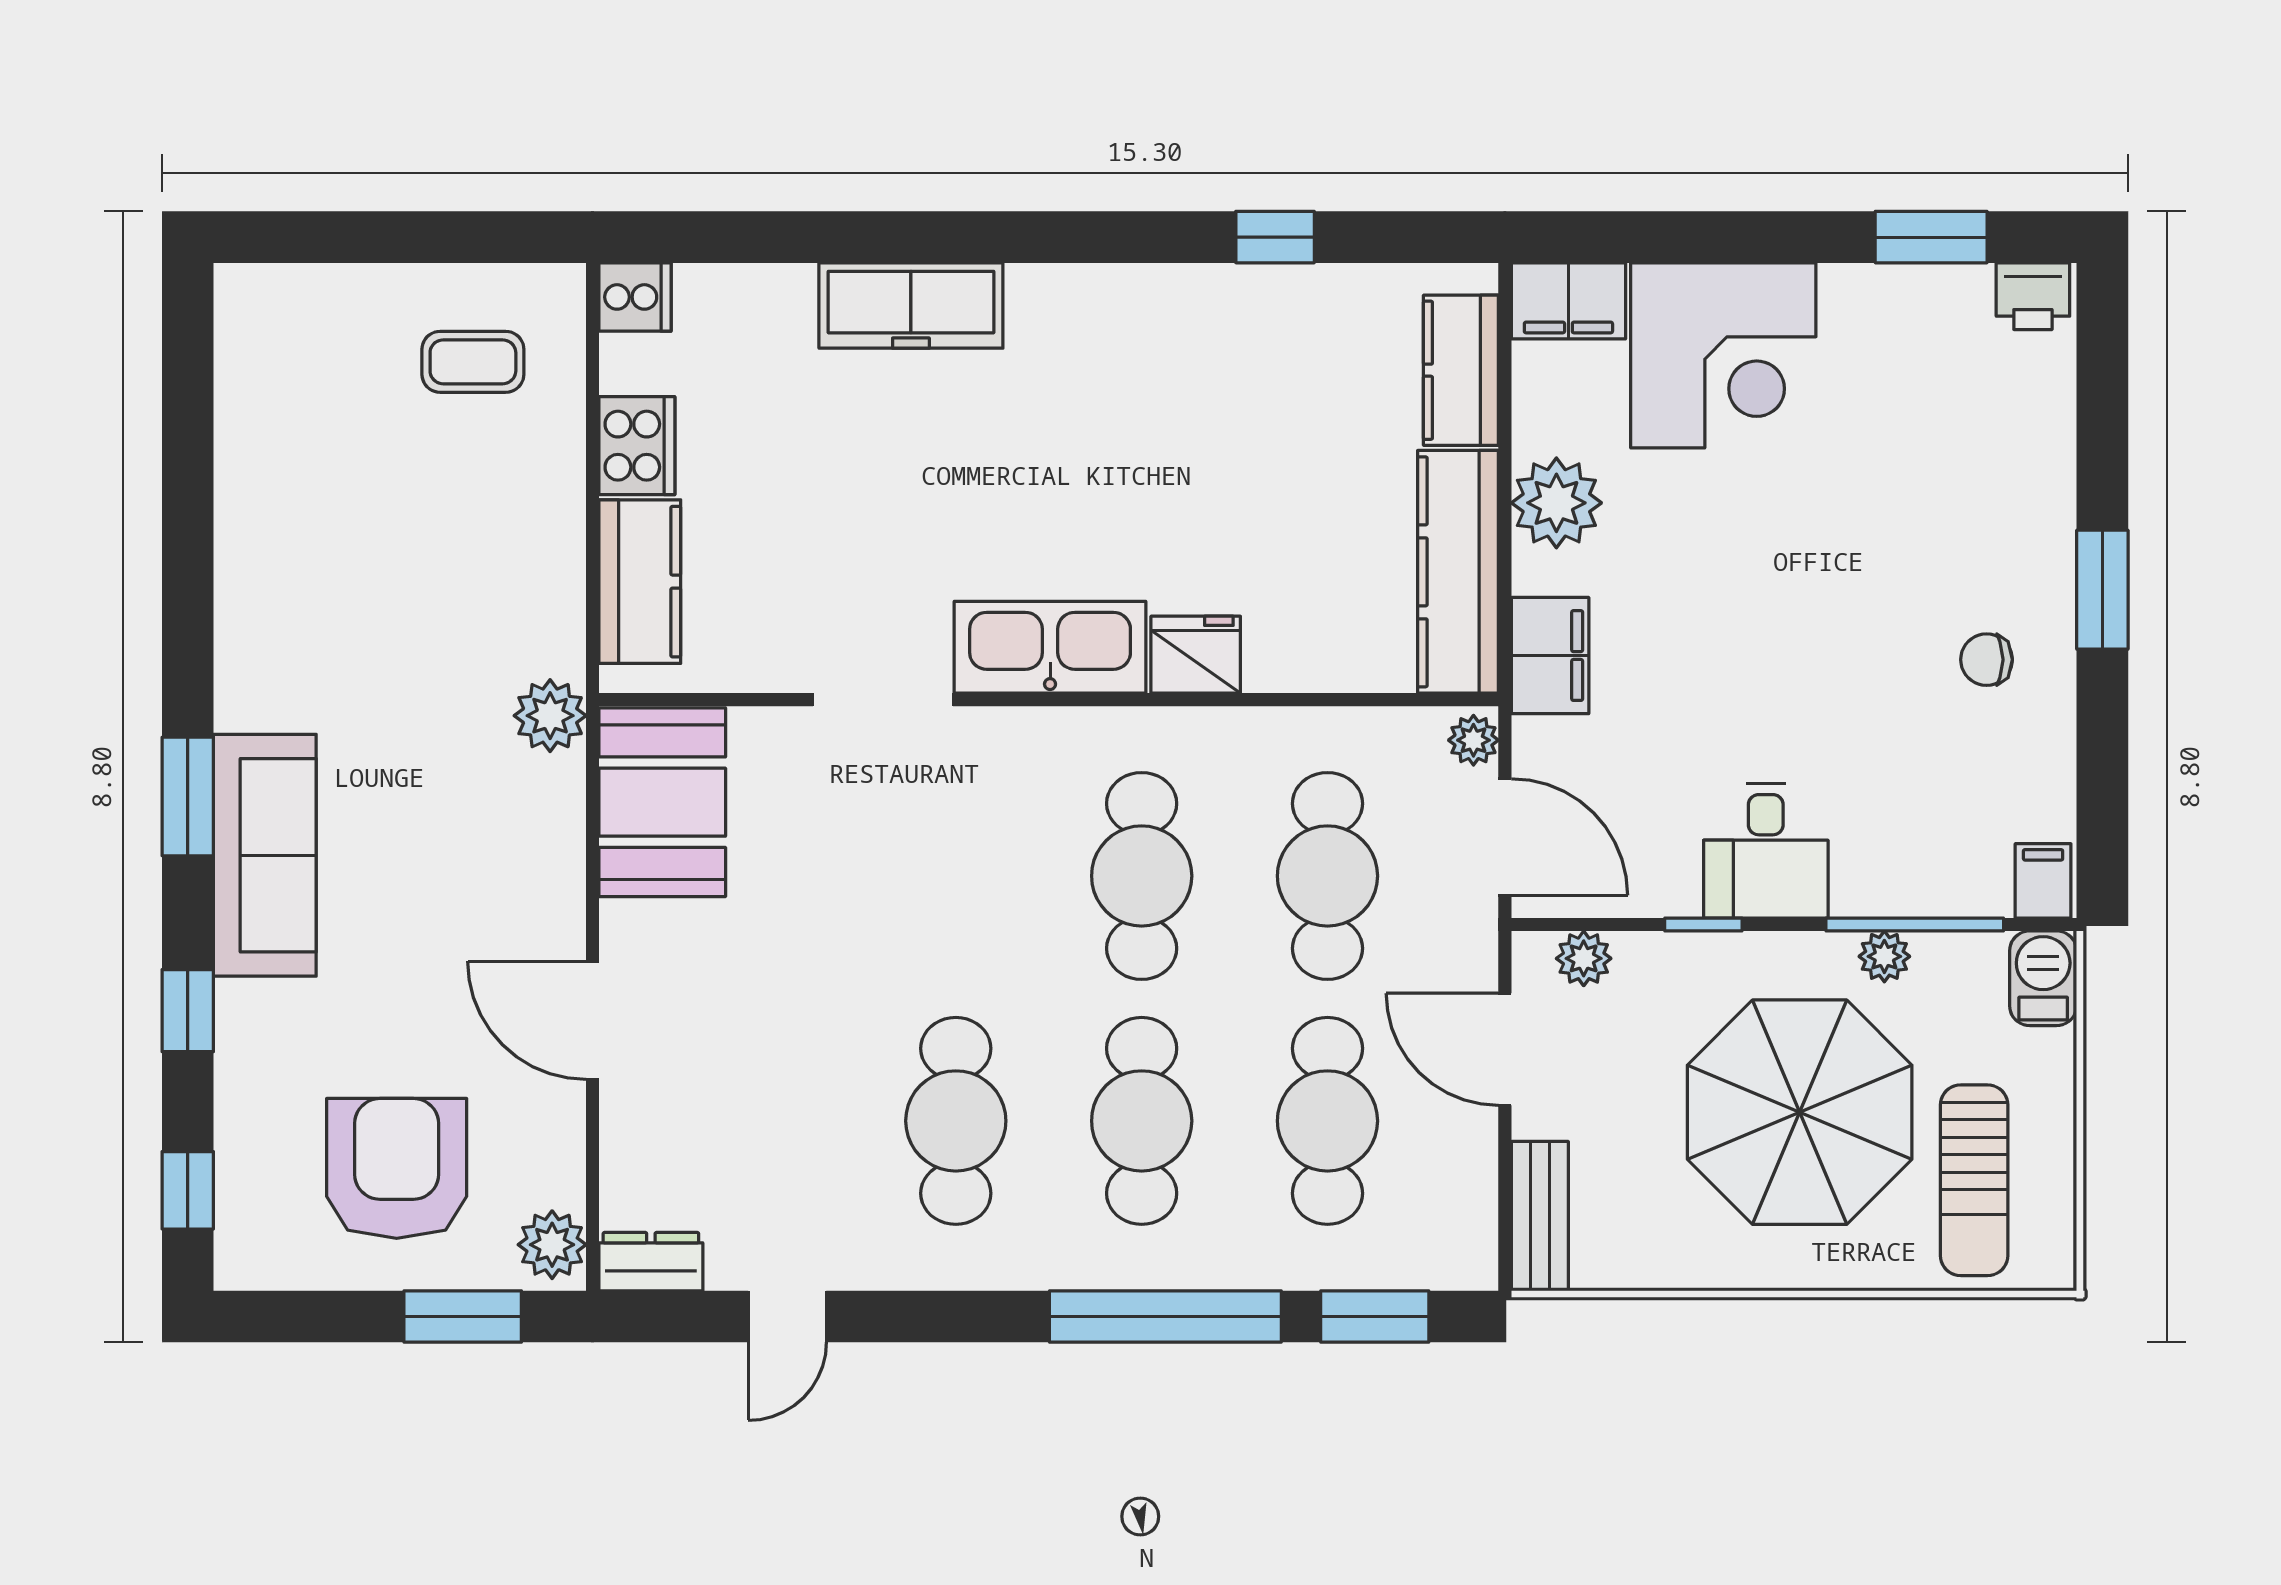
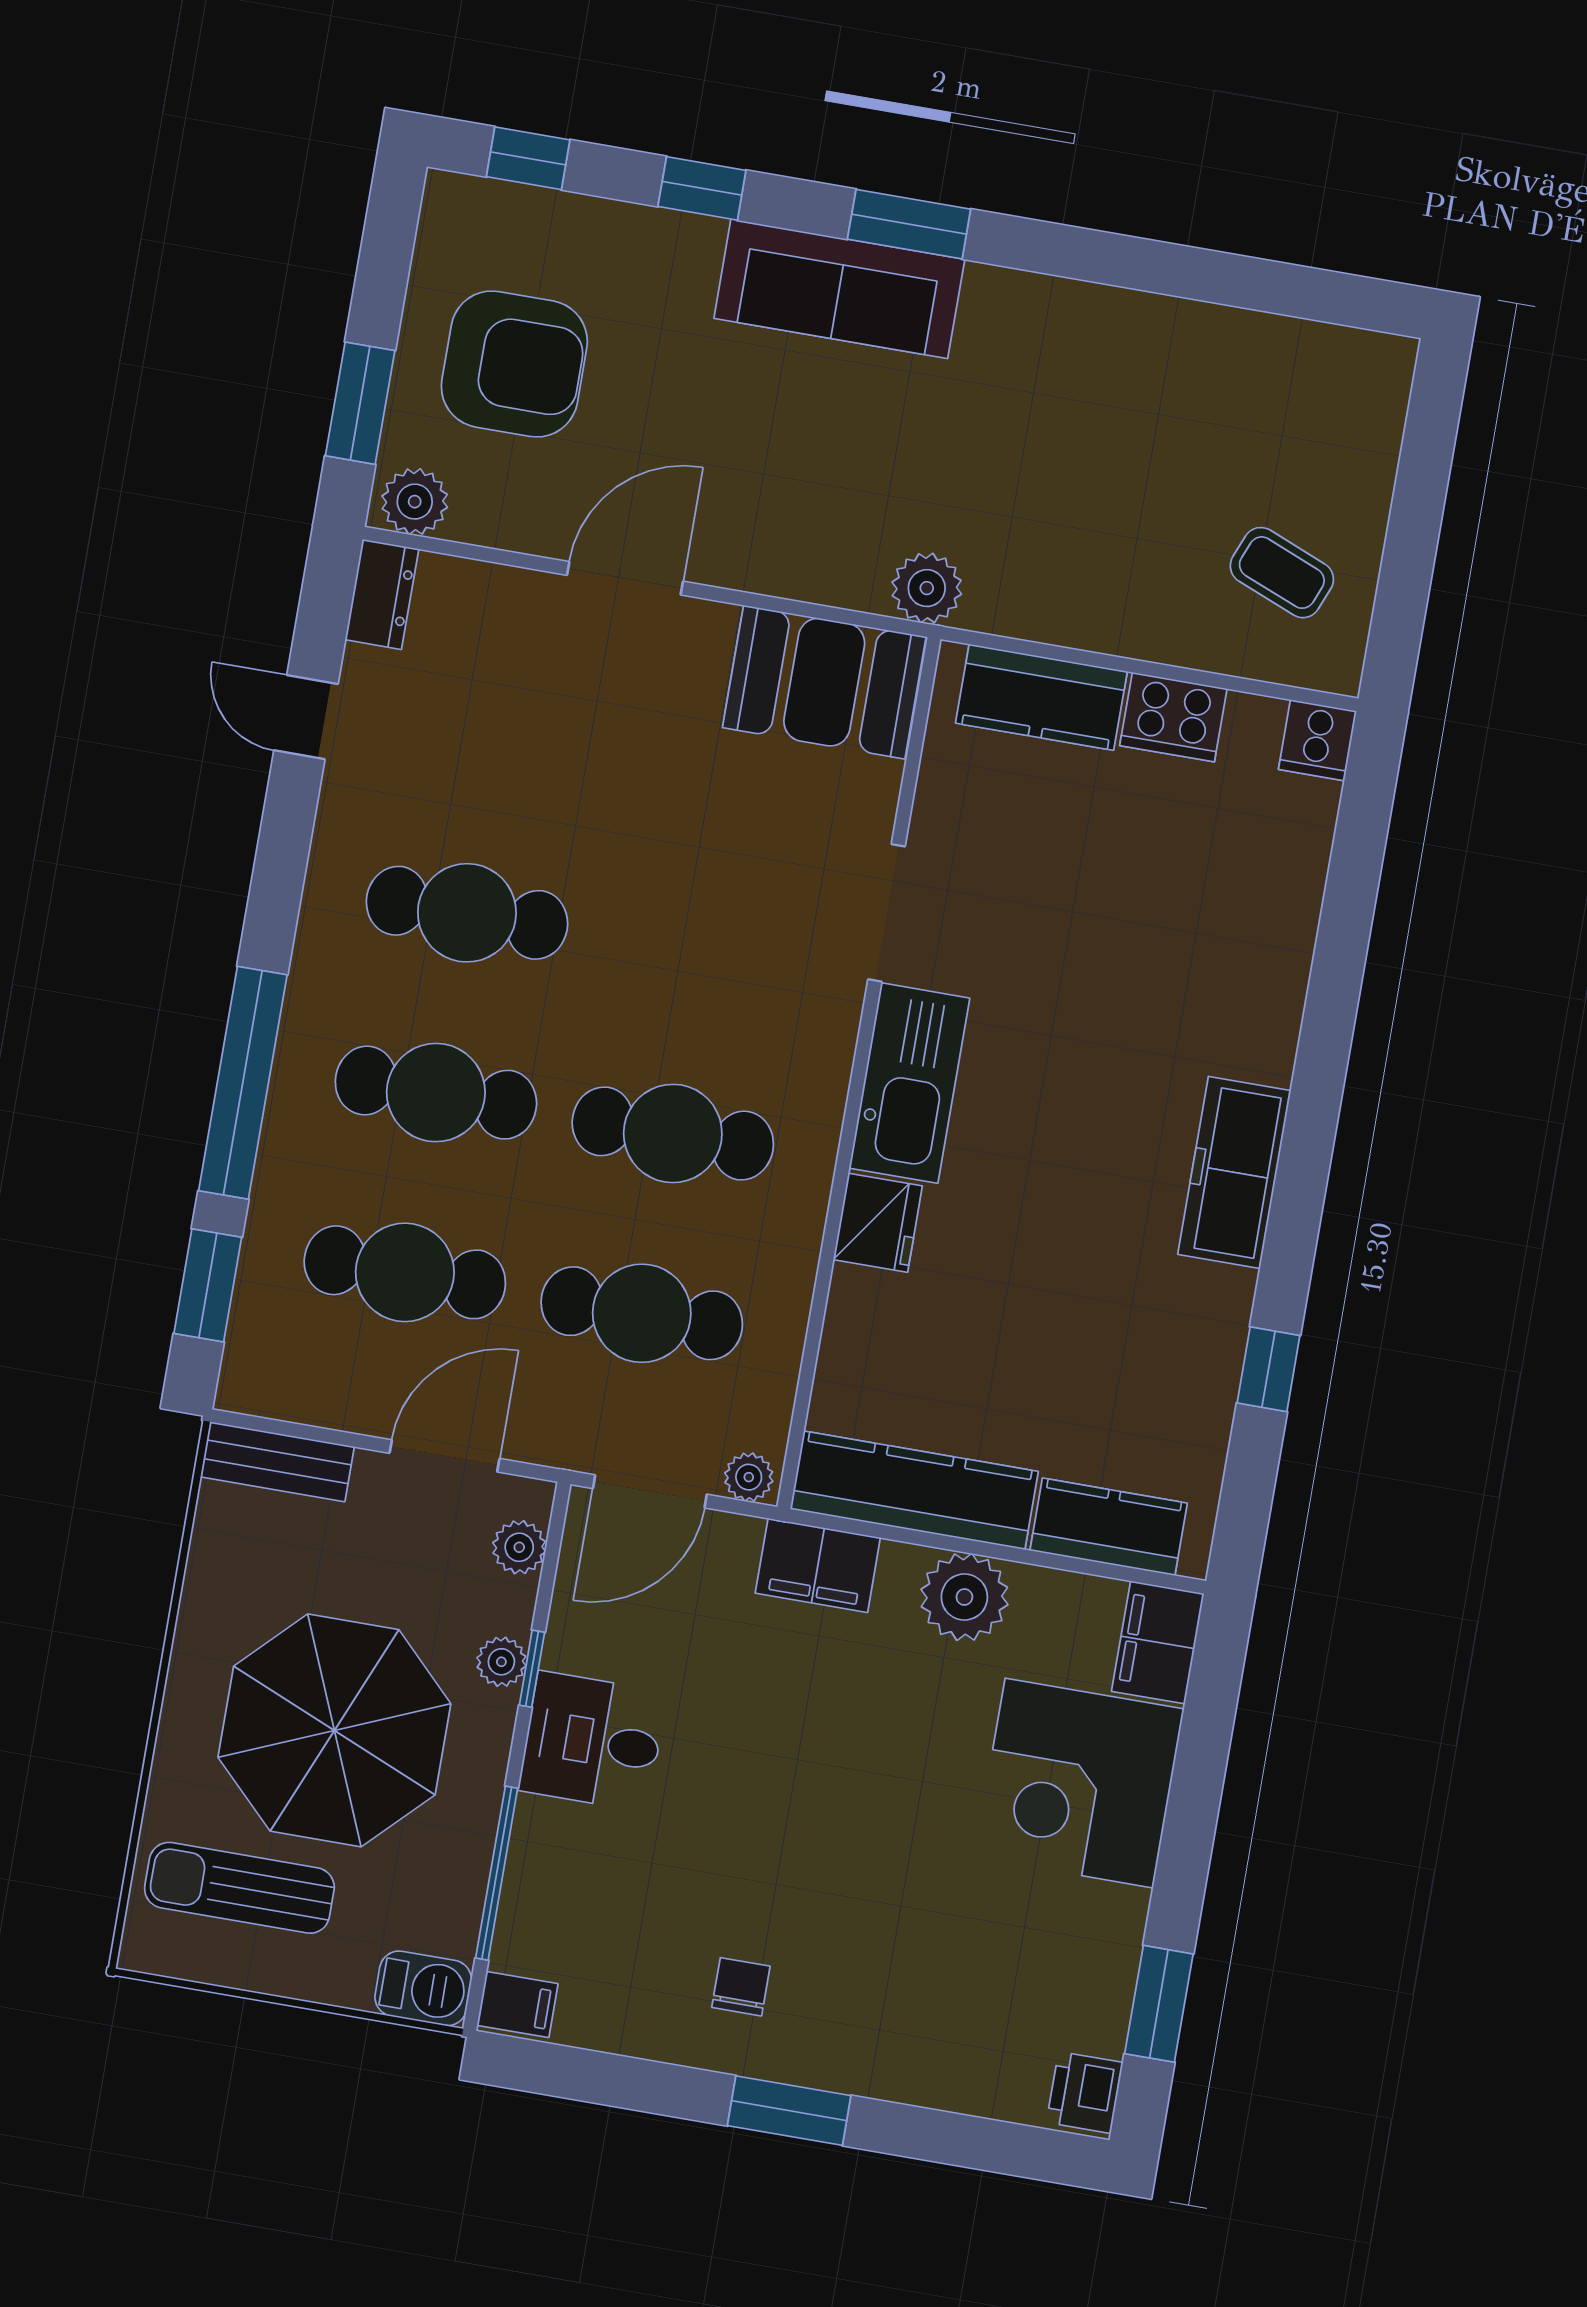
freezer: (911, 305) -> (1234, 1172), moved
coffee table: (473, 362) -> (1282, 573), turned -68
plant: (1884, 956) -> (501, 1662), moved

